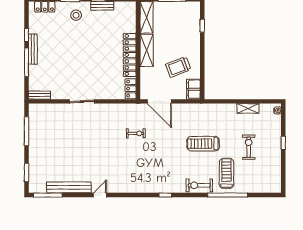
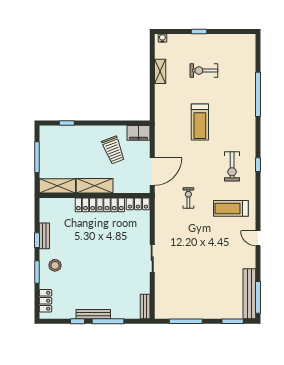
treadmill: (226, 173) -> (231, 208), moved
exercise bike: (199, 185) -> (232, 166), moved
bench: (69, 187) -> (249, 294), moved

